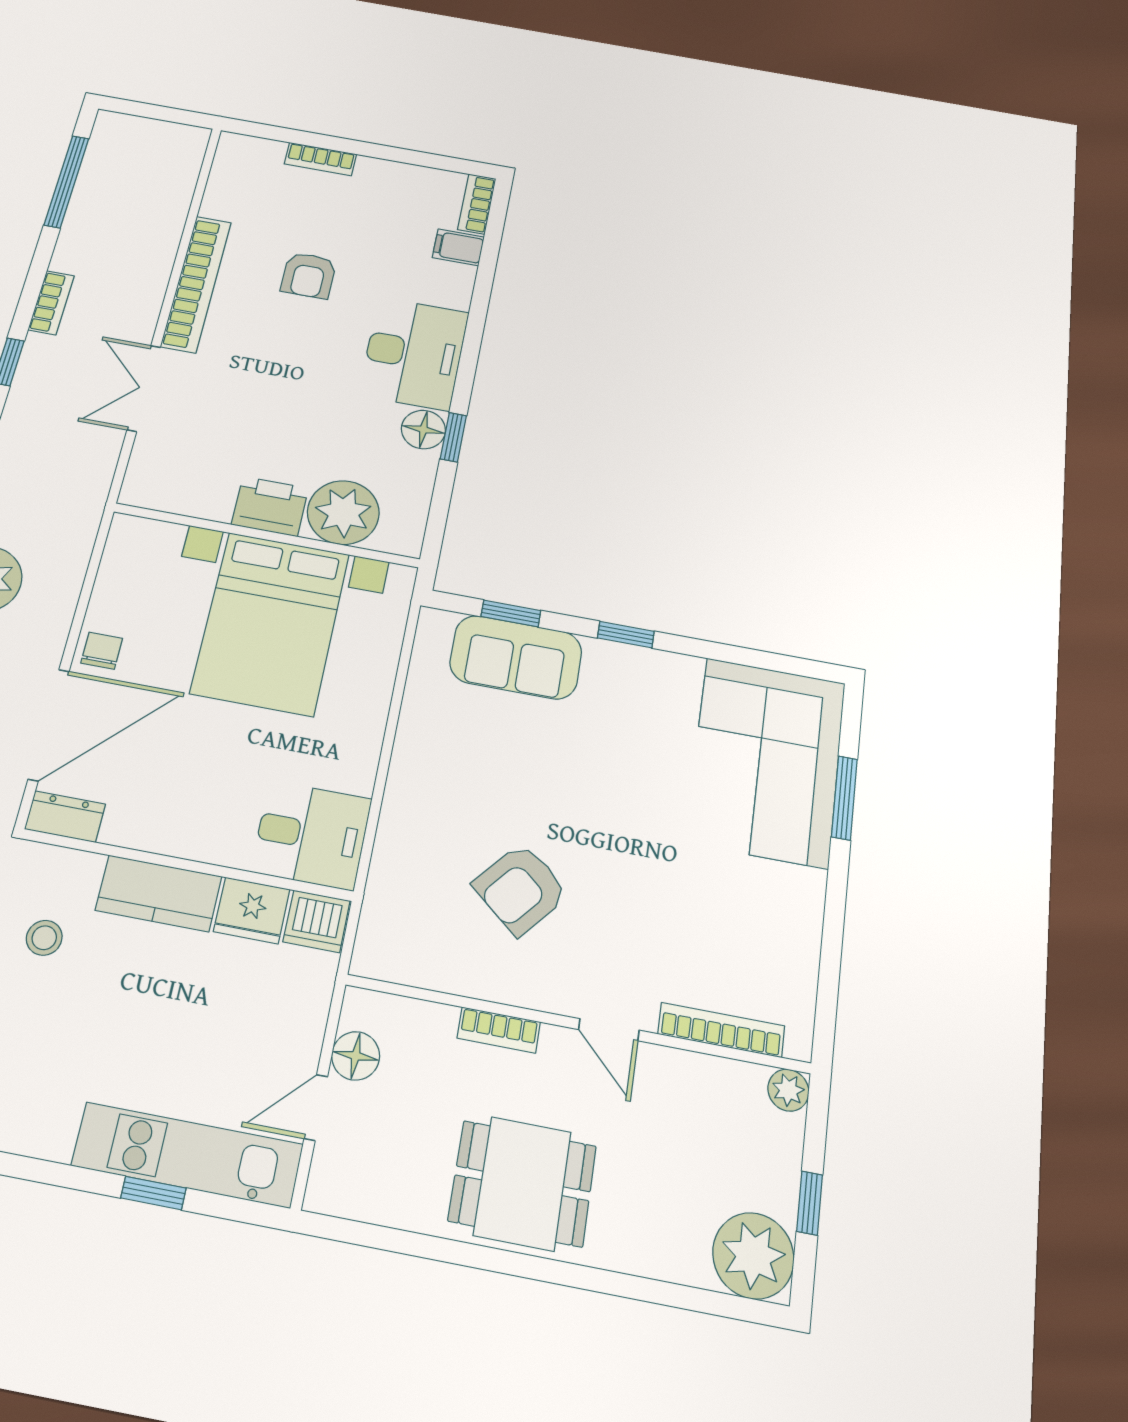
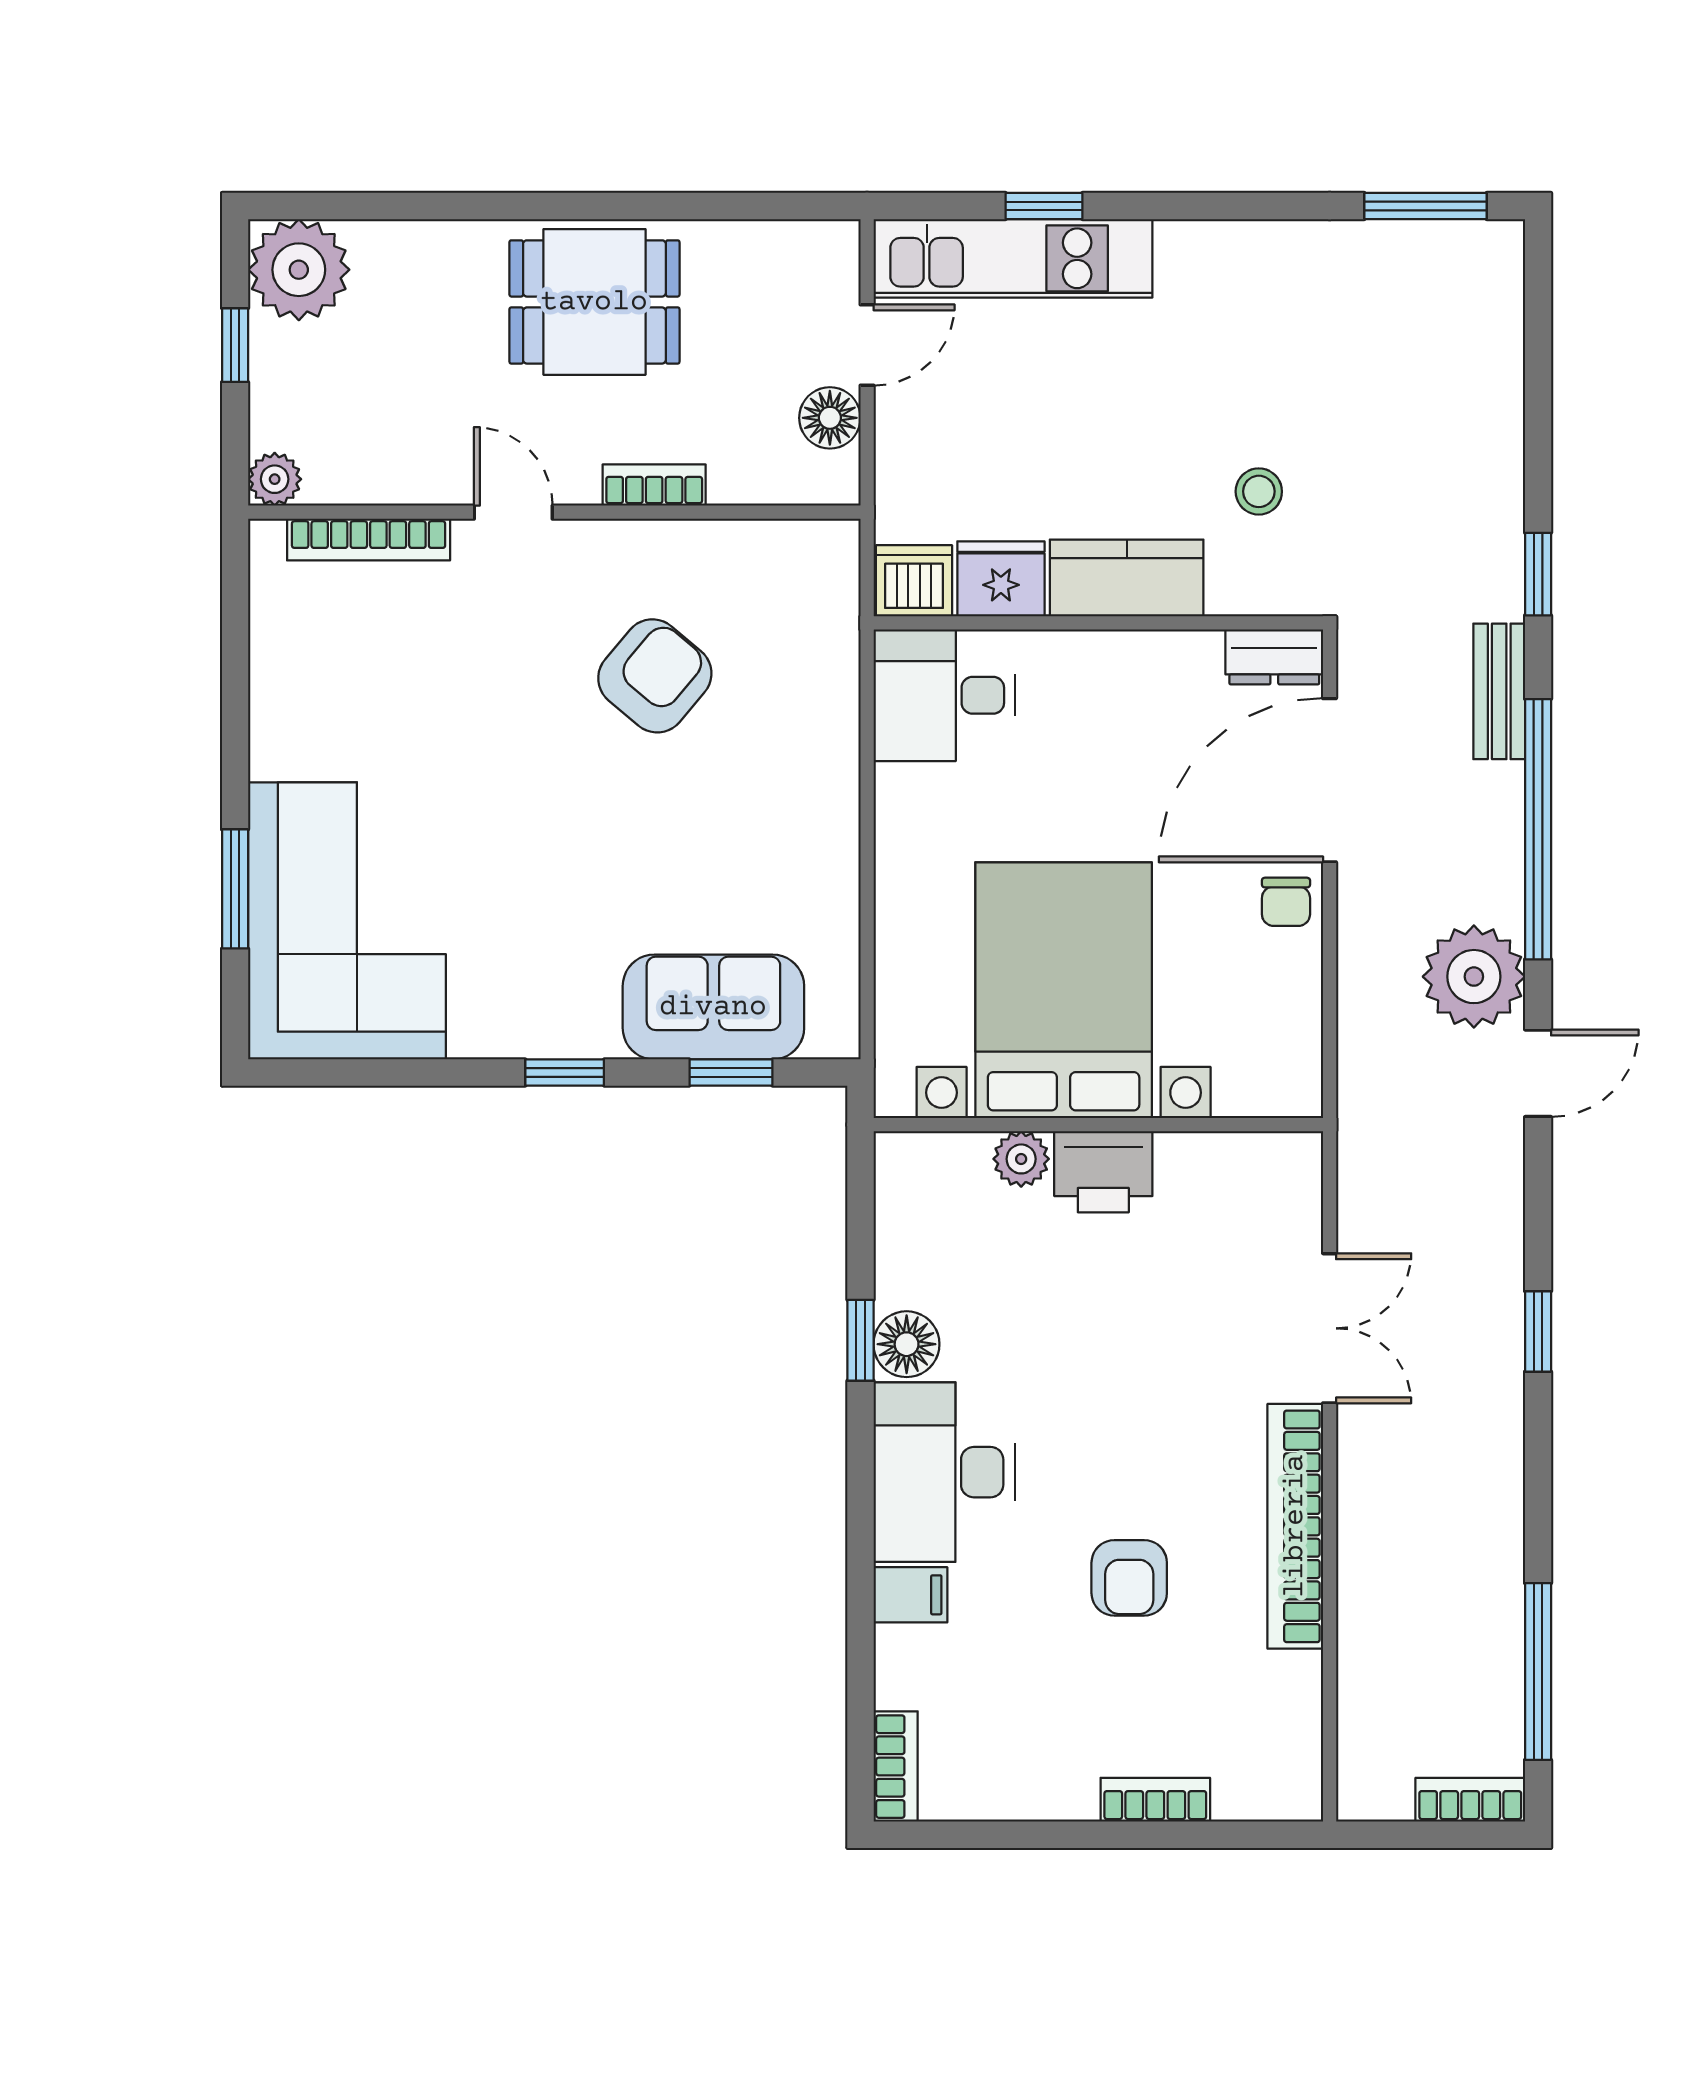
filing cabinet: (458, 247) -> (910, 1595), moved
armchair: (309, 275) -> (1129, 1578), turned 180
bookcase: (51, 303) -> (1470, 1800), moved, turned 90
plant: (343, 513) -> (1021, 1159), width x0.53, depth x0.53

